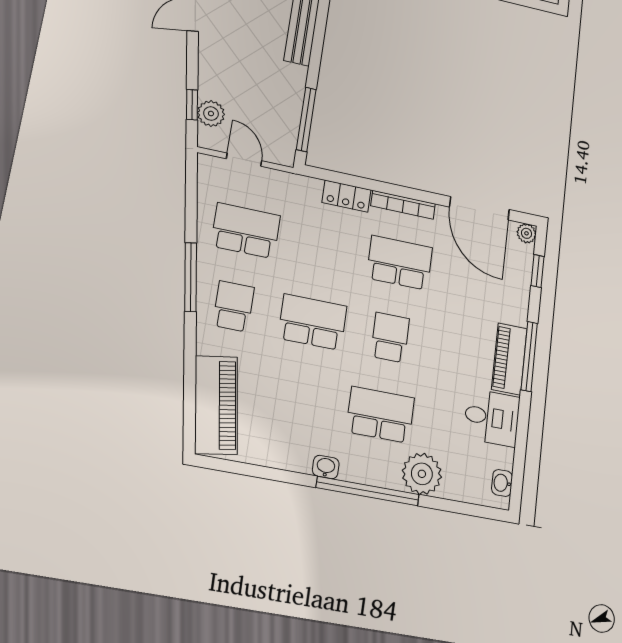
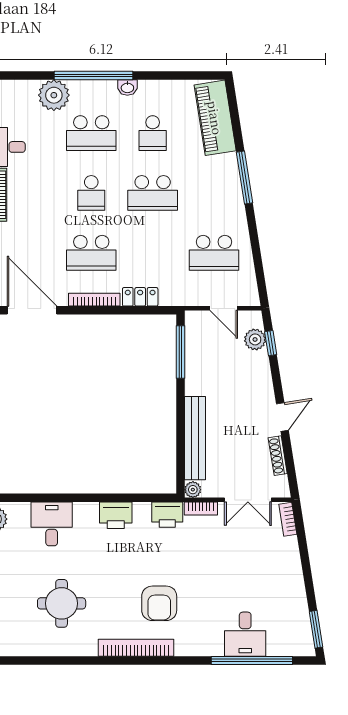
window: (191, 277) -> (244, 178), moved
school desk: (233, 306) -> (153, 133), moved

